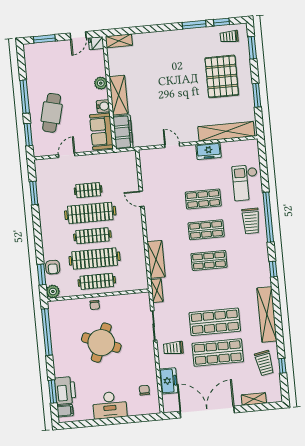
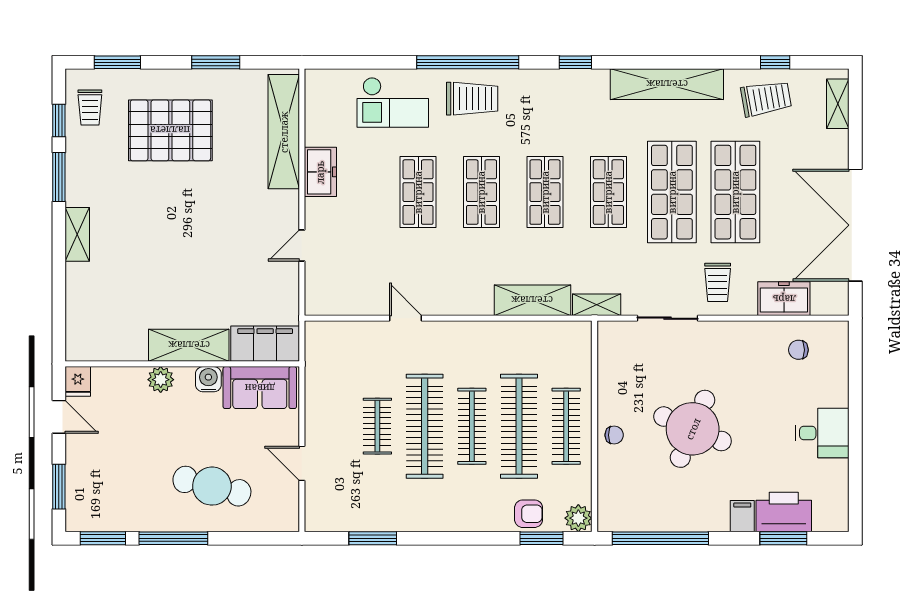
shelving: (119, 41) -> (77, 234), moved
window: (28, 135) -> (103, 538), moved
door: (142, 199) -> (405, 318), swing flipped
shop shelf: (212, 291) -> (608, 192), added
shelving: (254, 399) -> (838, 104), moved
desk: (110, 405) -> (822, 433), width x0.73
filing cabinet: (65, 411) -> (742, 516), moved

